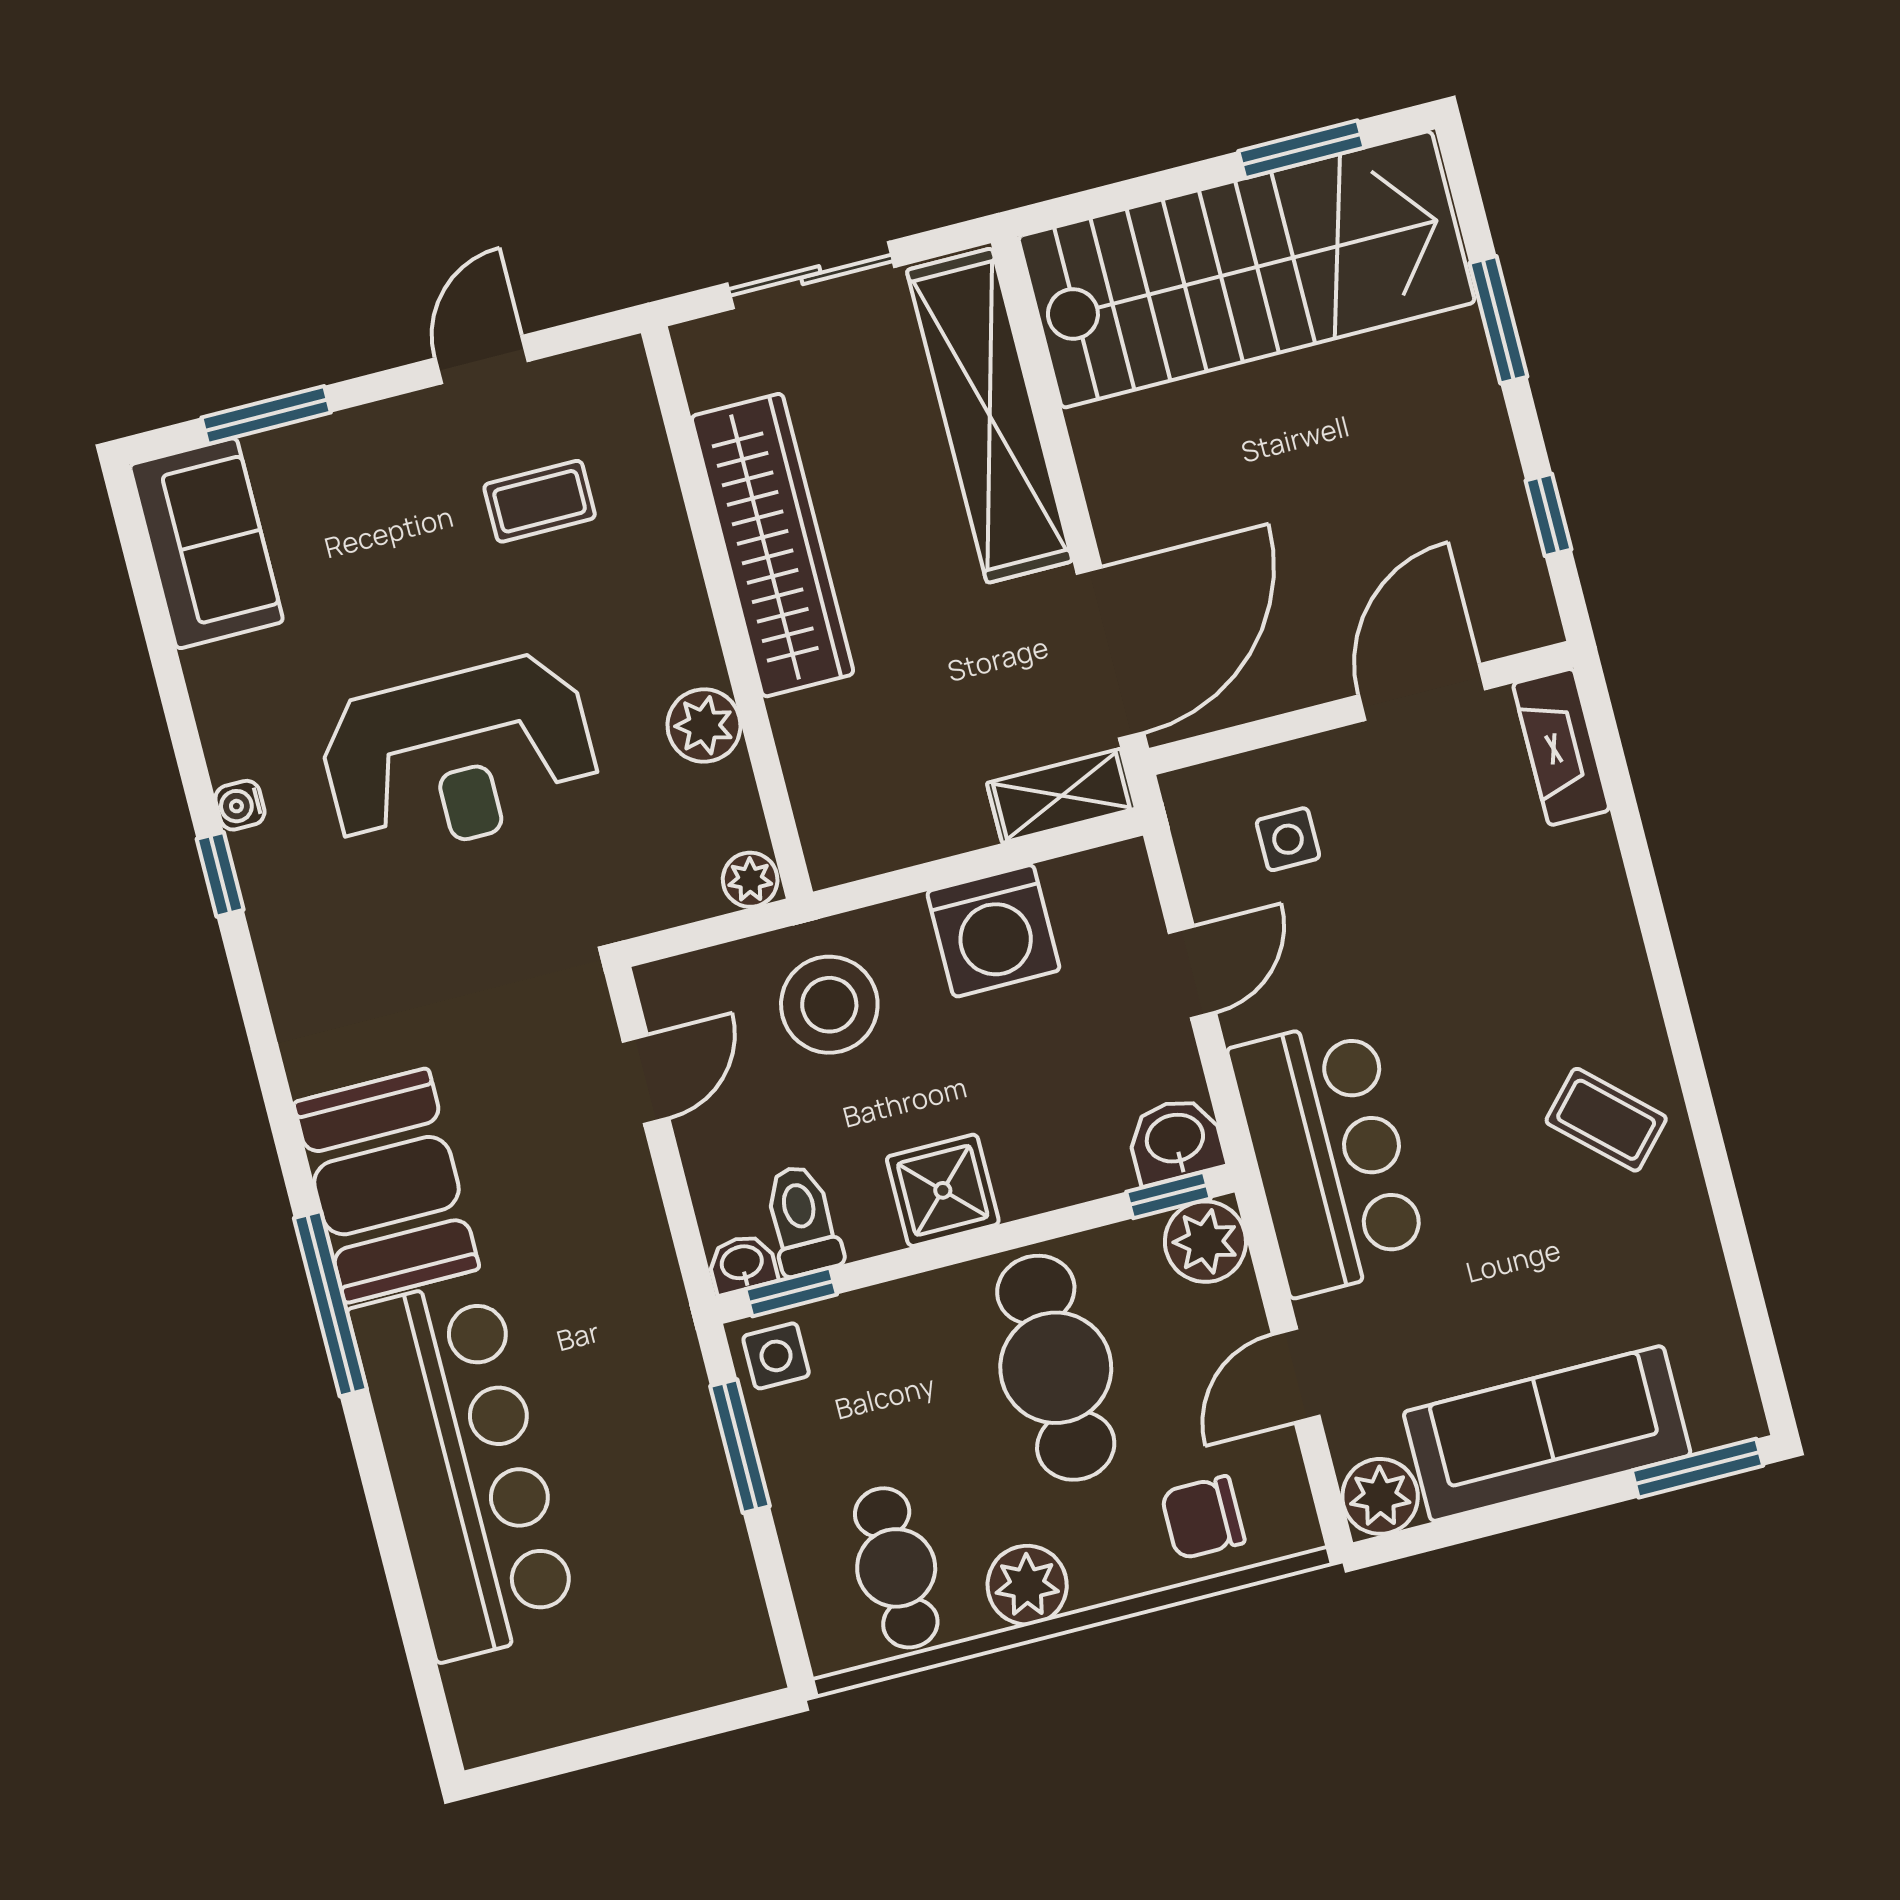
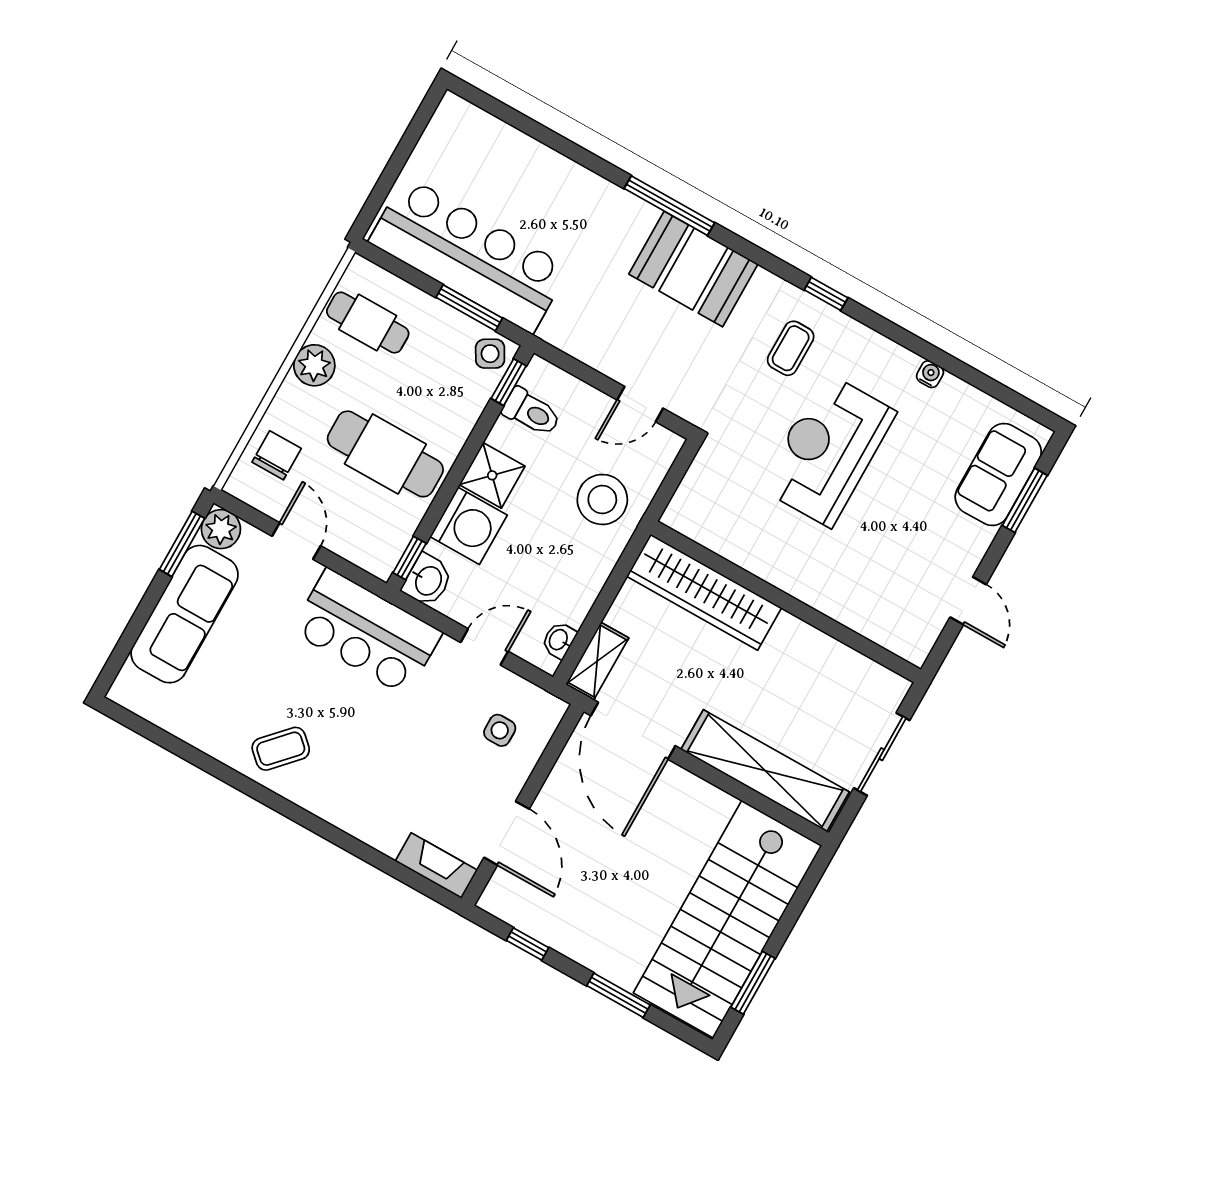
coffee table: (540, 501) -> (791, 348), moved
sofa: (206, 543) -> (998, 475), moved, turned 90
wardrobe: (773, 545) -> (704, 592), moved
plant: (704, 726) -> (752, 553), removed
water cooler: (240, 805) -> (930, 374), moved
window: (220, 874) -> (826, 294), moved
plant: (750, 880) -> (677, 515), removed
washing machine: (993, 931) -> (469, 526), moved, turned 180
door: (1192, 972) -> (484, 647), swing flipped
door: (646, 1080) -> (640, 404), hinge flipped
plant: (1205, 1242) -> (379, 555), removed
washbasin: (742, 1264) -> (559, 640), moved, turned 180
side table: (776, 1356) -> (490, 354), turned -30
bar counter: (464, 1468) -> (469, 255), moved, turned 180
window: (1697, 1468) -> (182, 544), moved

